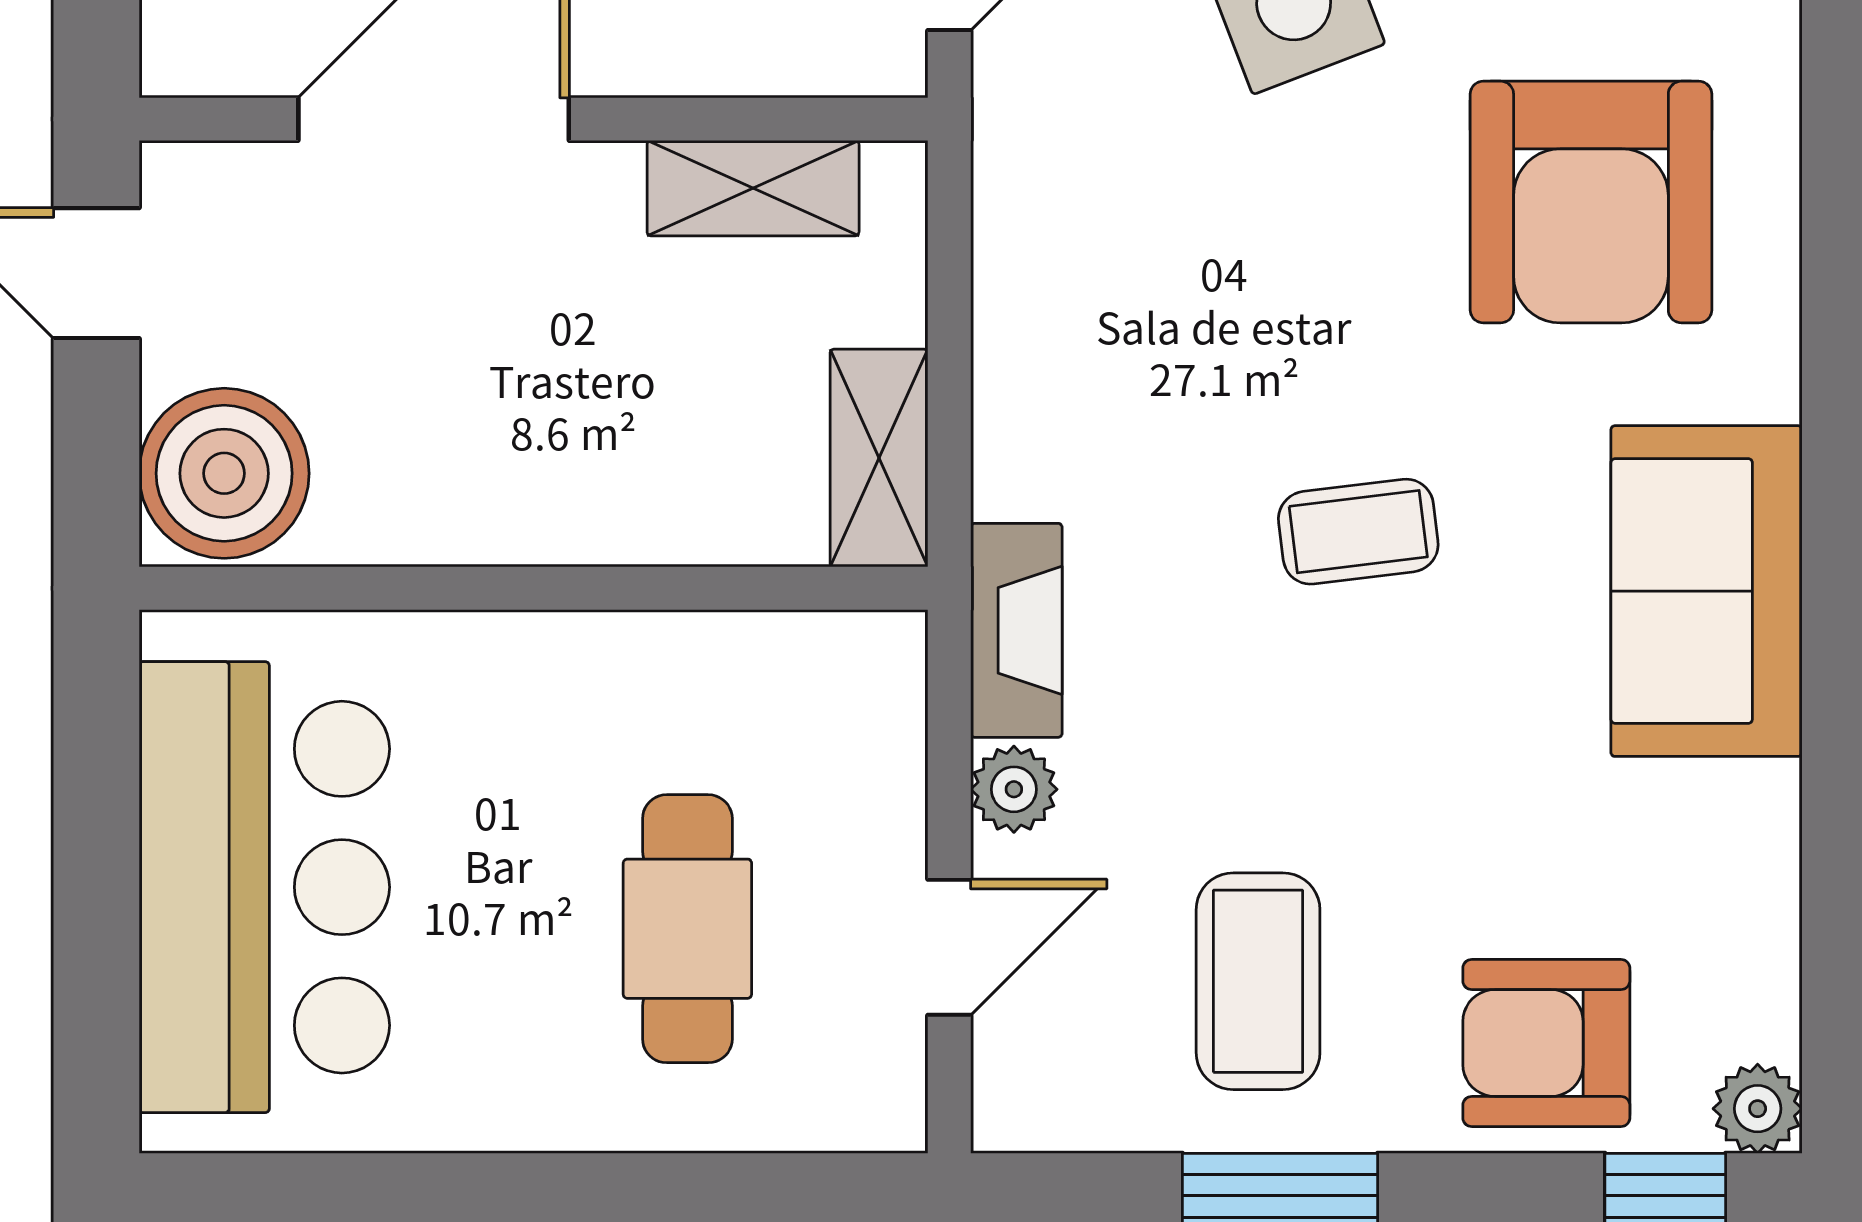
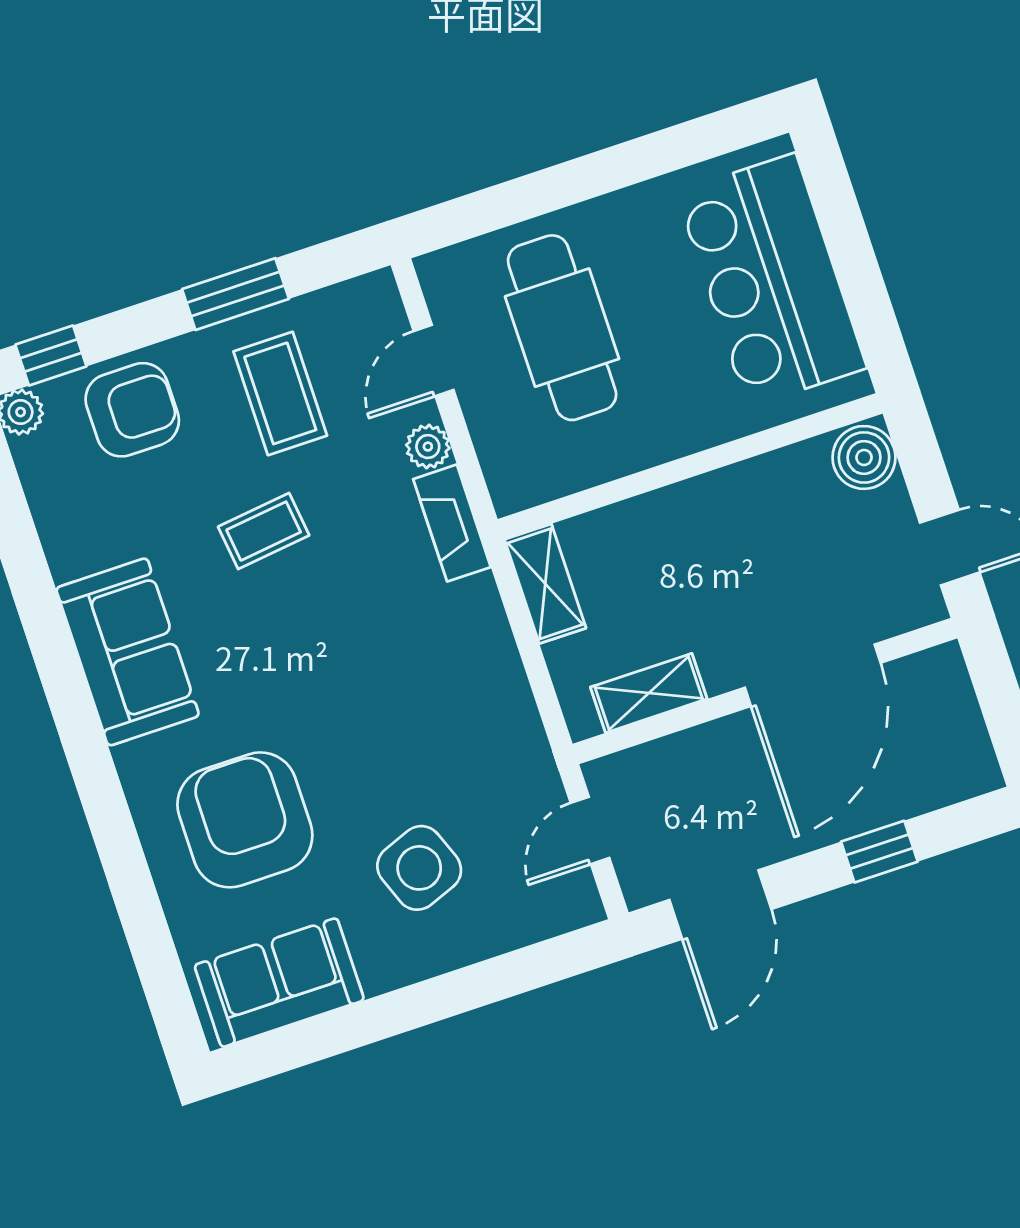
boiler: (224, 473) -> (864, 457), width x0.73, depth x0.73
coffee table: (1358, 532) -> (264, 531), moved
cafe table: (687, 929) -> (562, 328), width x1.37, depth x1.35

